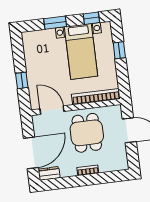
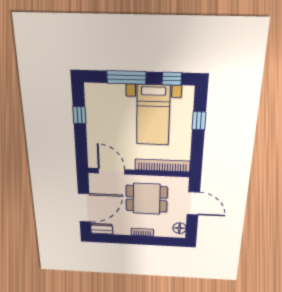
window: (55, 23) -> (126, 77), width x1.44
window: (22, 80) -> (79, 115), moved
dining table: (87, 133) -> (147, 199), turned 90
floor lamp: (122, 159) -> (179, 228), added

